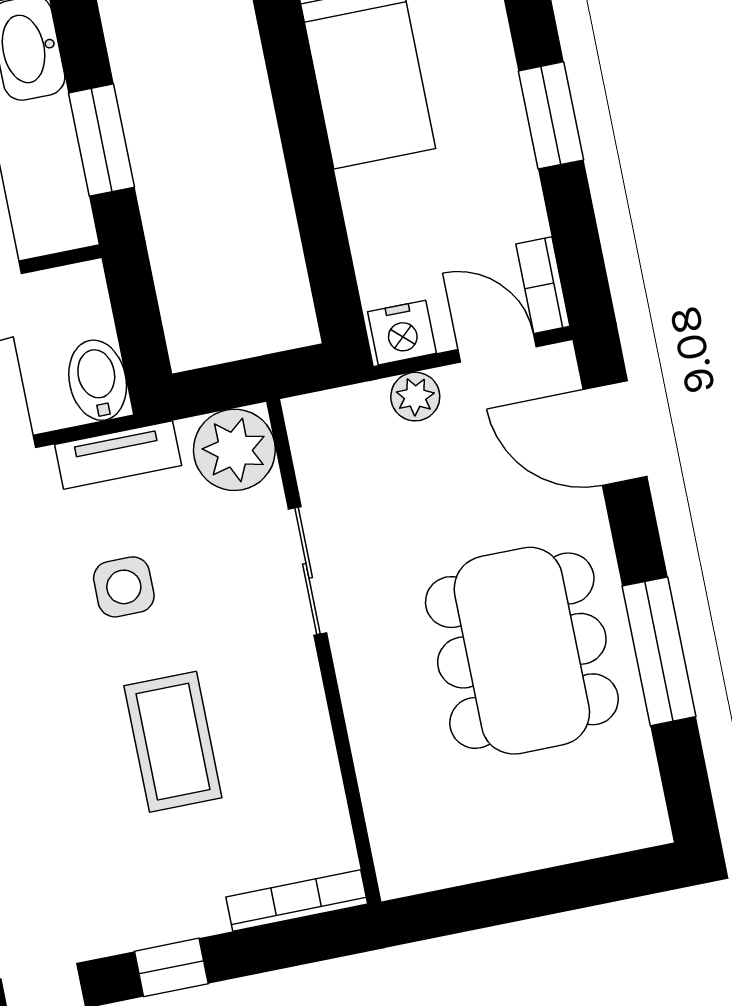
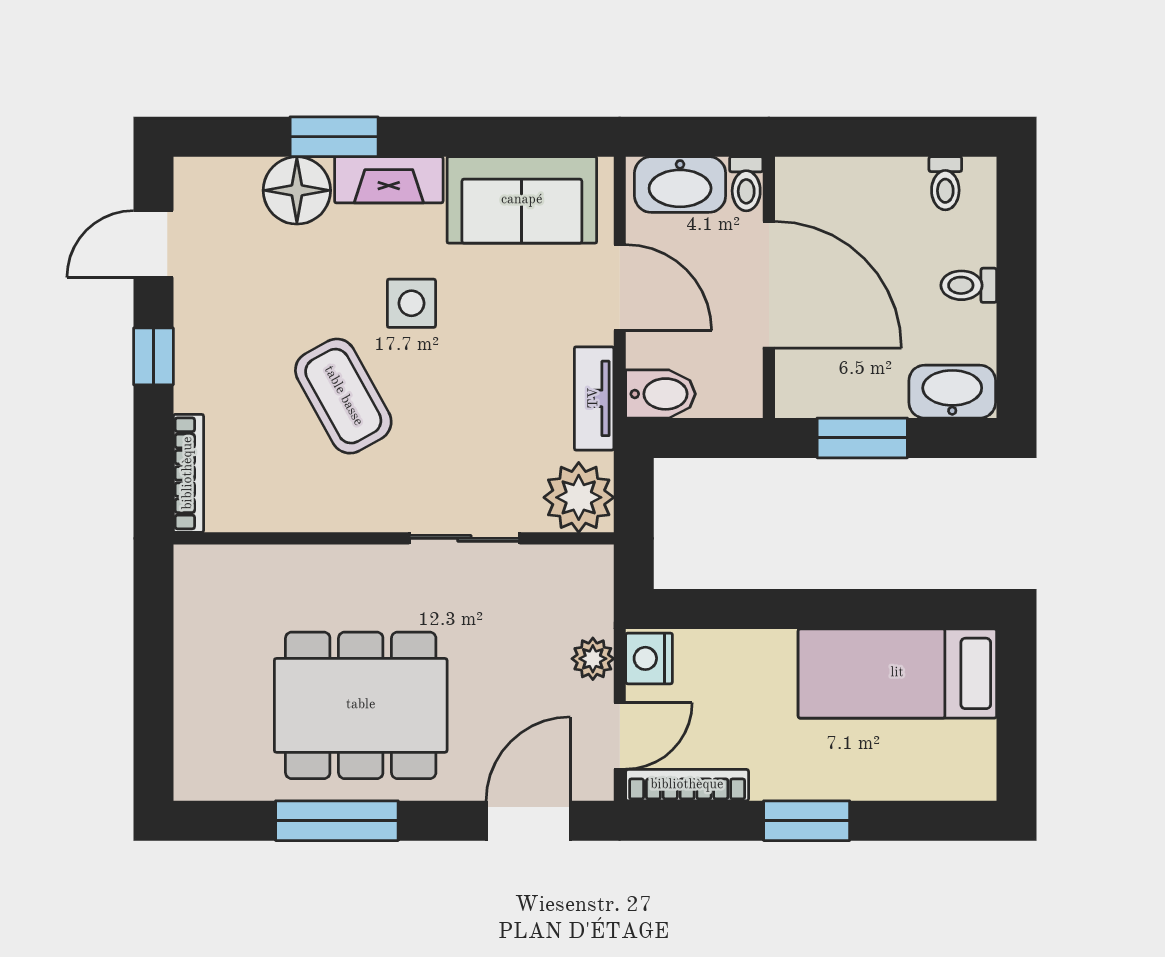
bookcase: (543, 285) -> (687, 785), width x1.56
side table: (124, 587) -> (411, 303), moved
coffee table: (173, 742) -> (343, 396), turned 61

